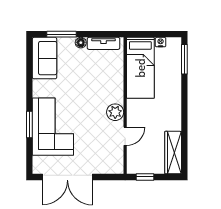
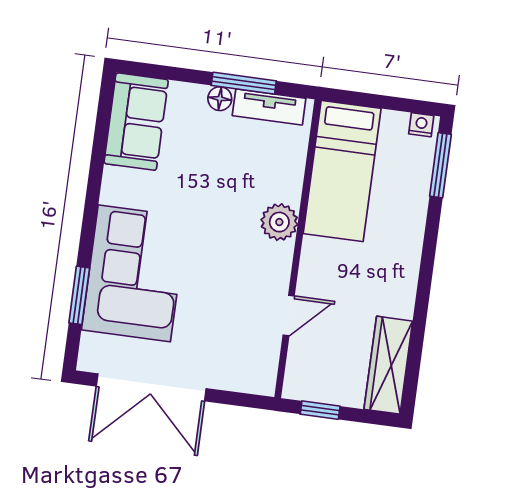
window: (61, 34) -> (244, 83), moved
nightstand: (161, 42) -> (421, 125), moved
plant: (115, 112) -> (279, 222), moved
window: (29, 125) -> (79, 295), moved

